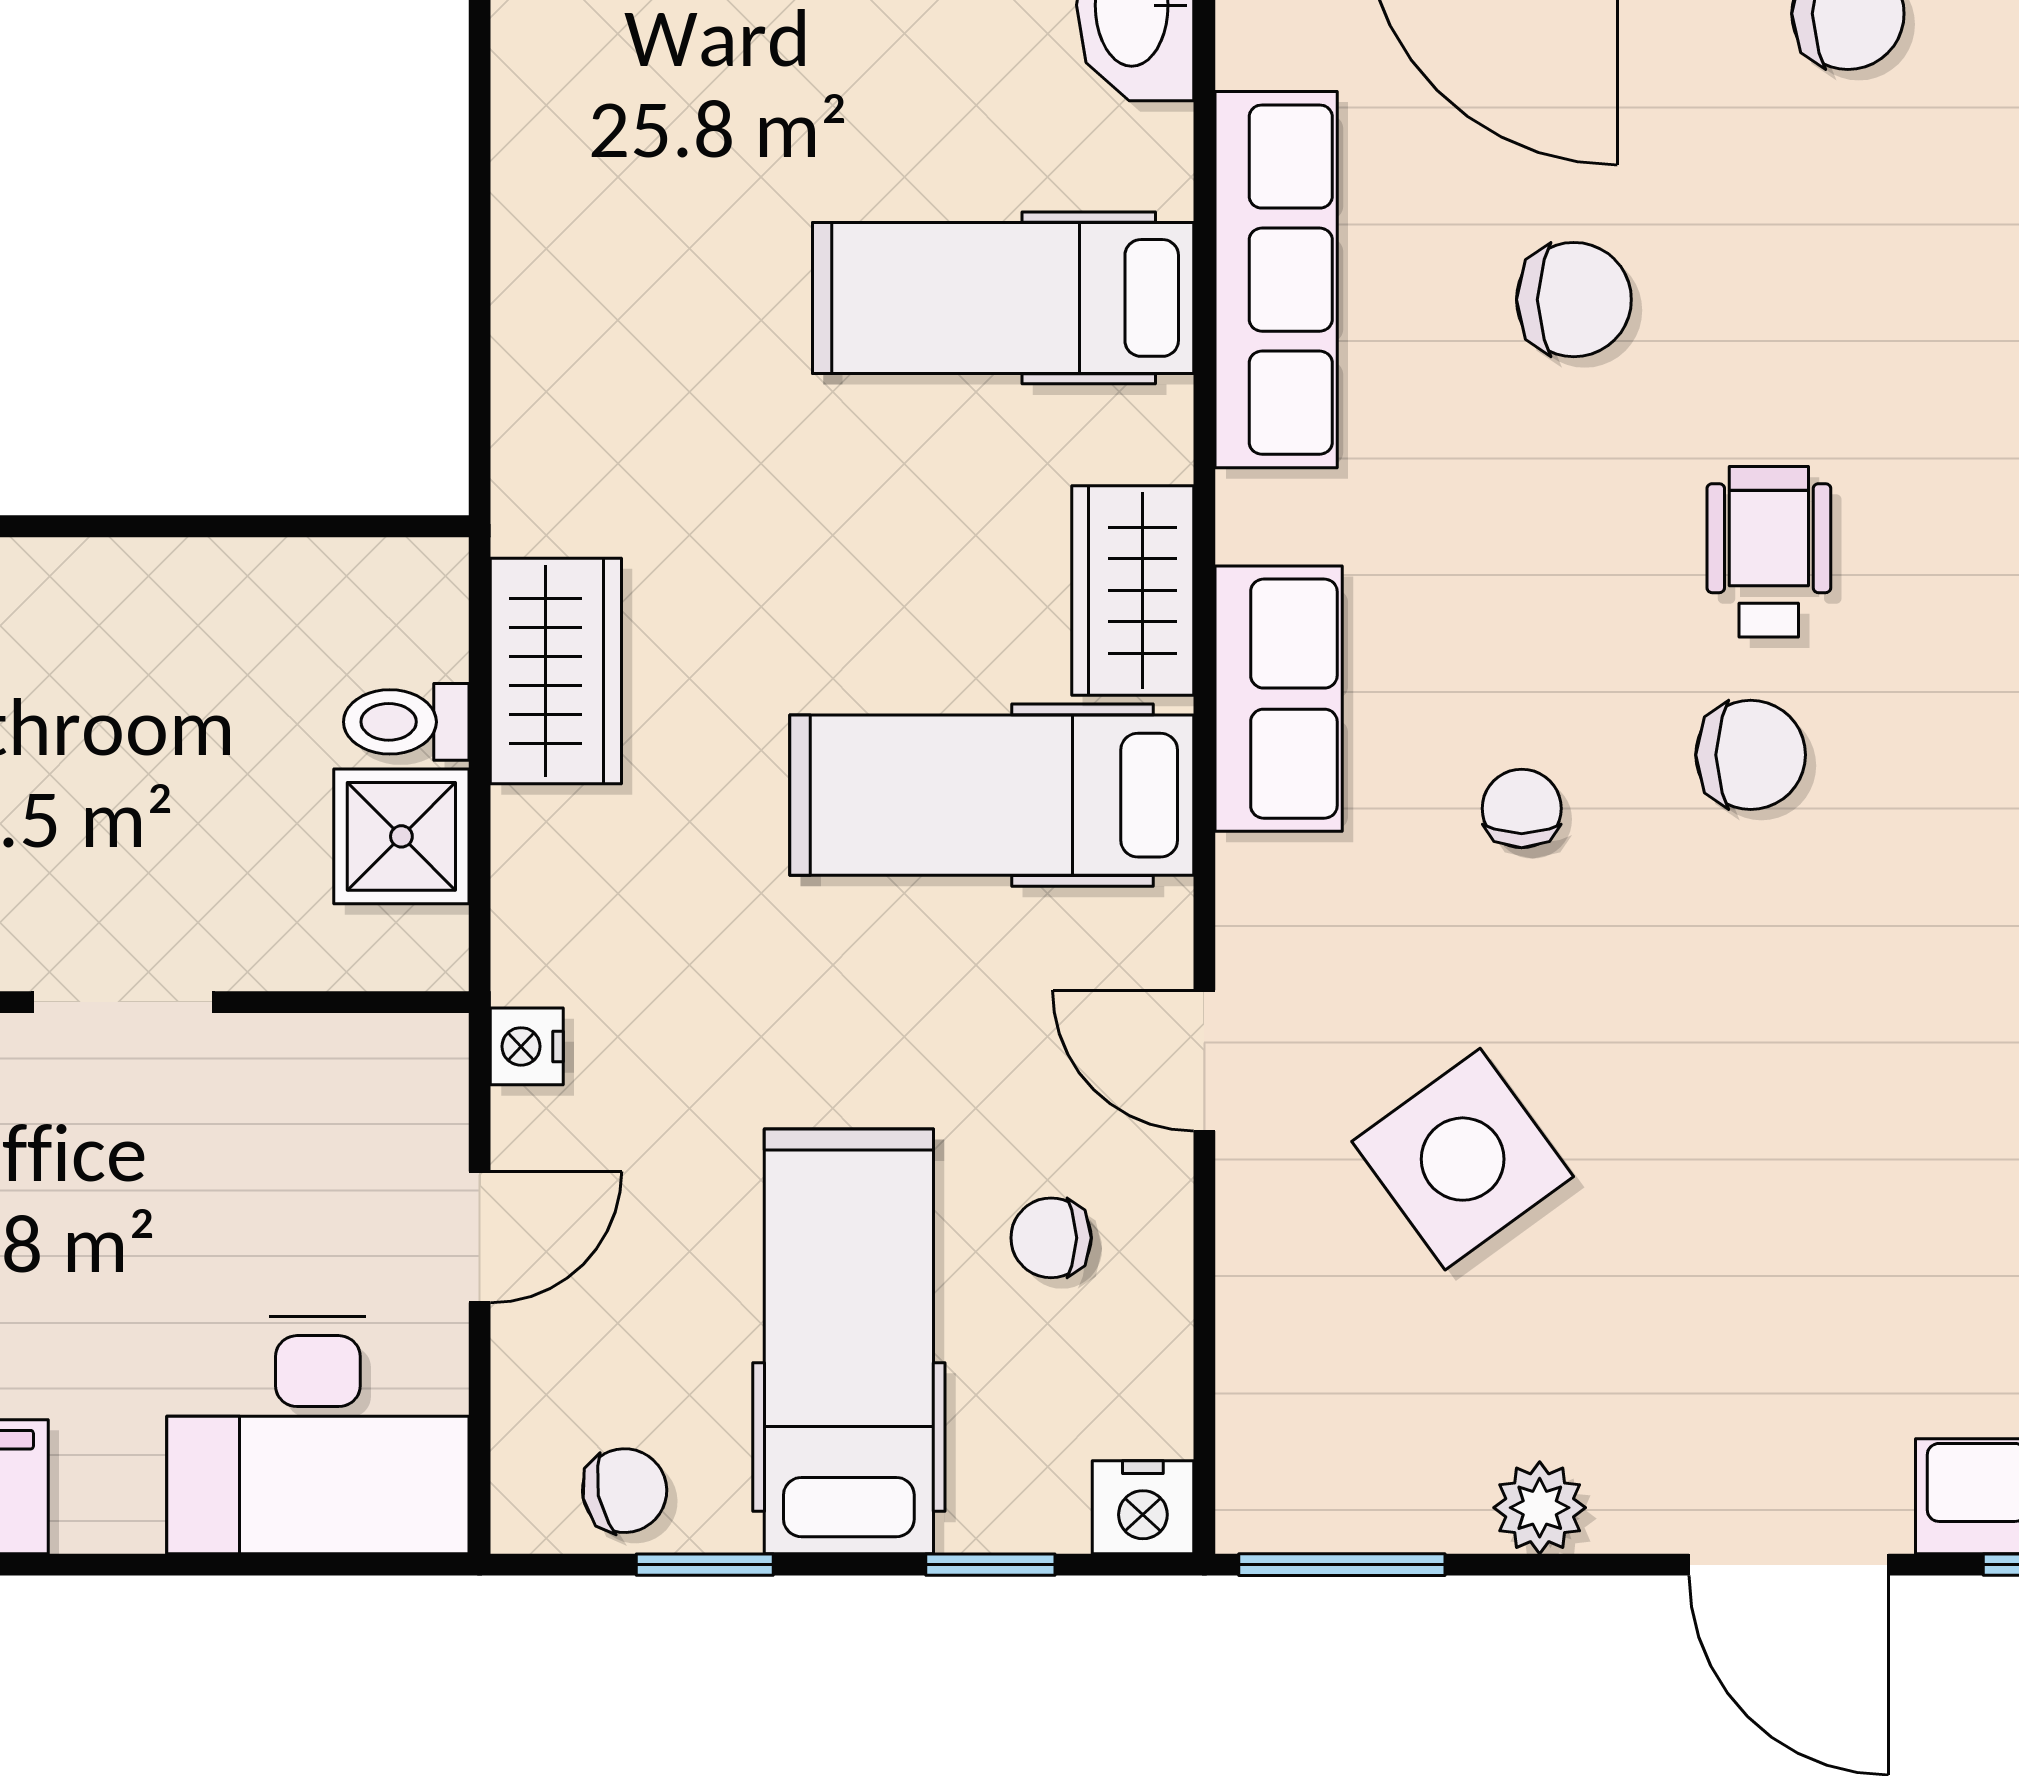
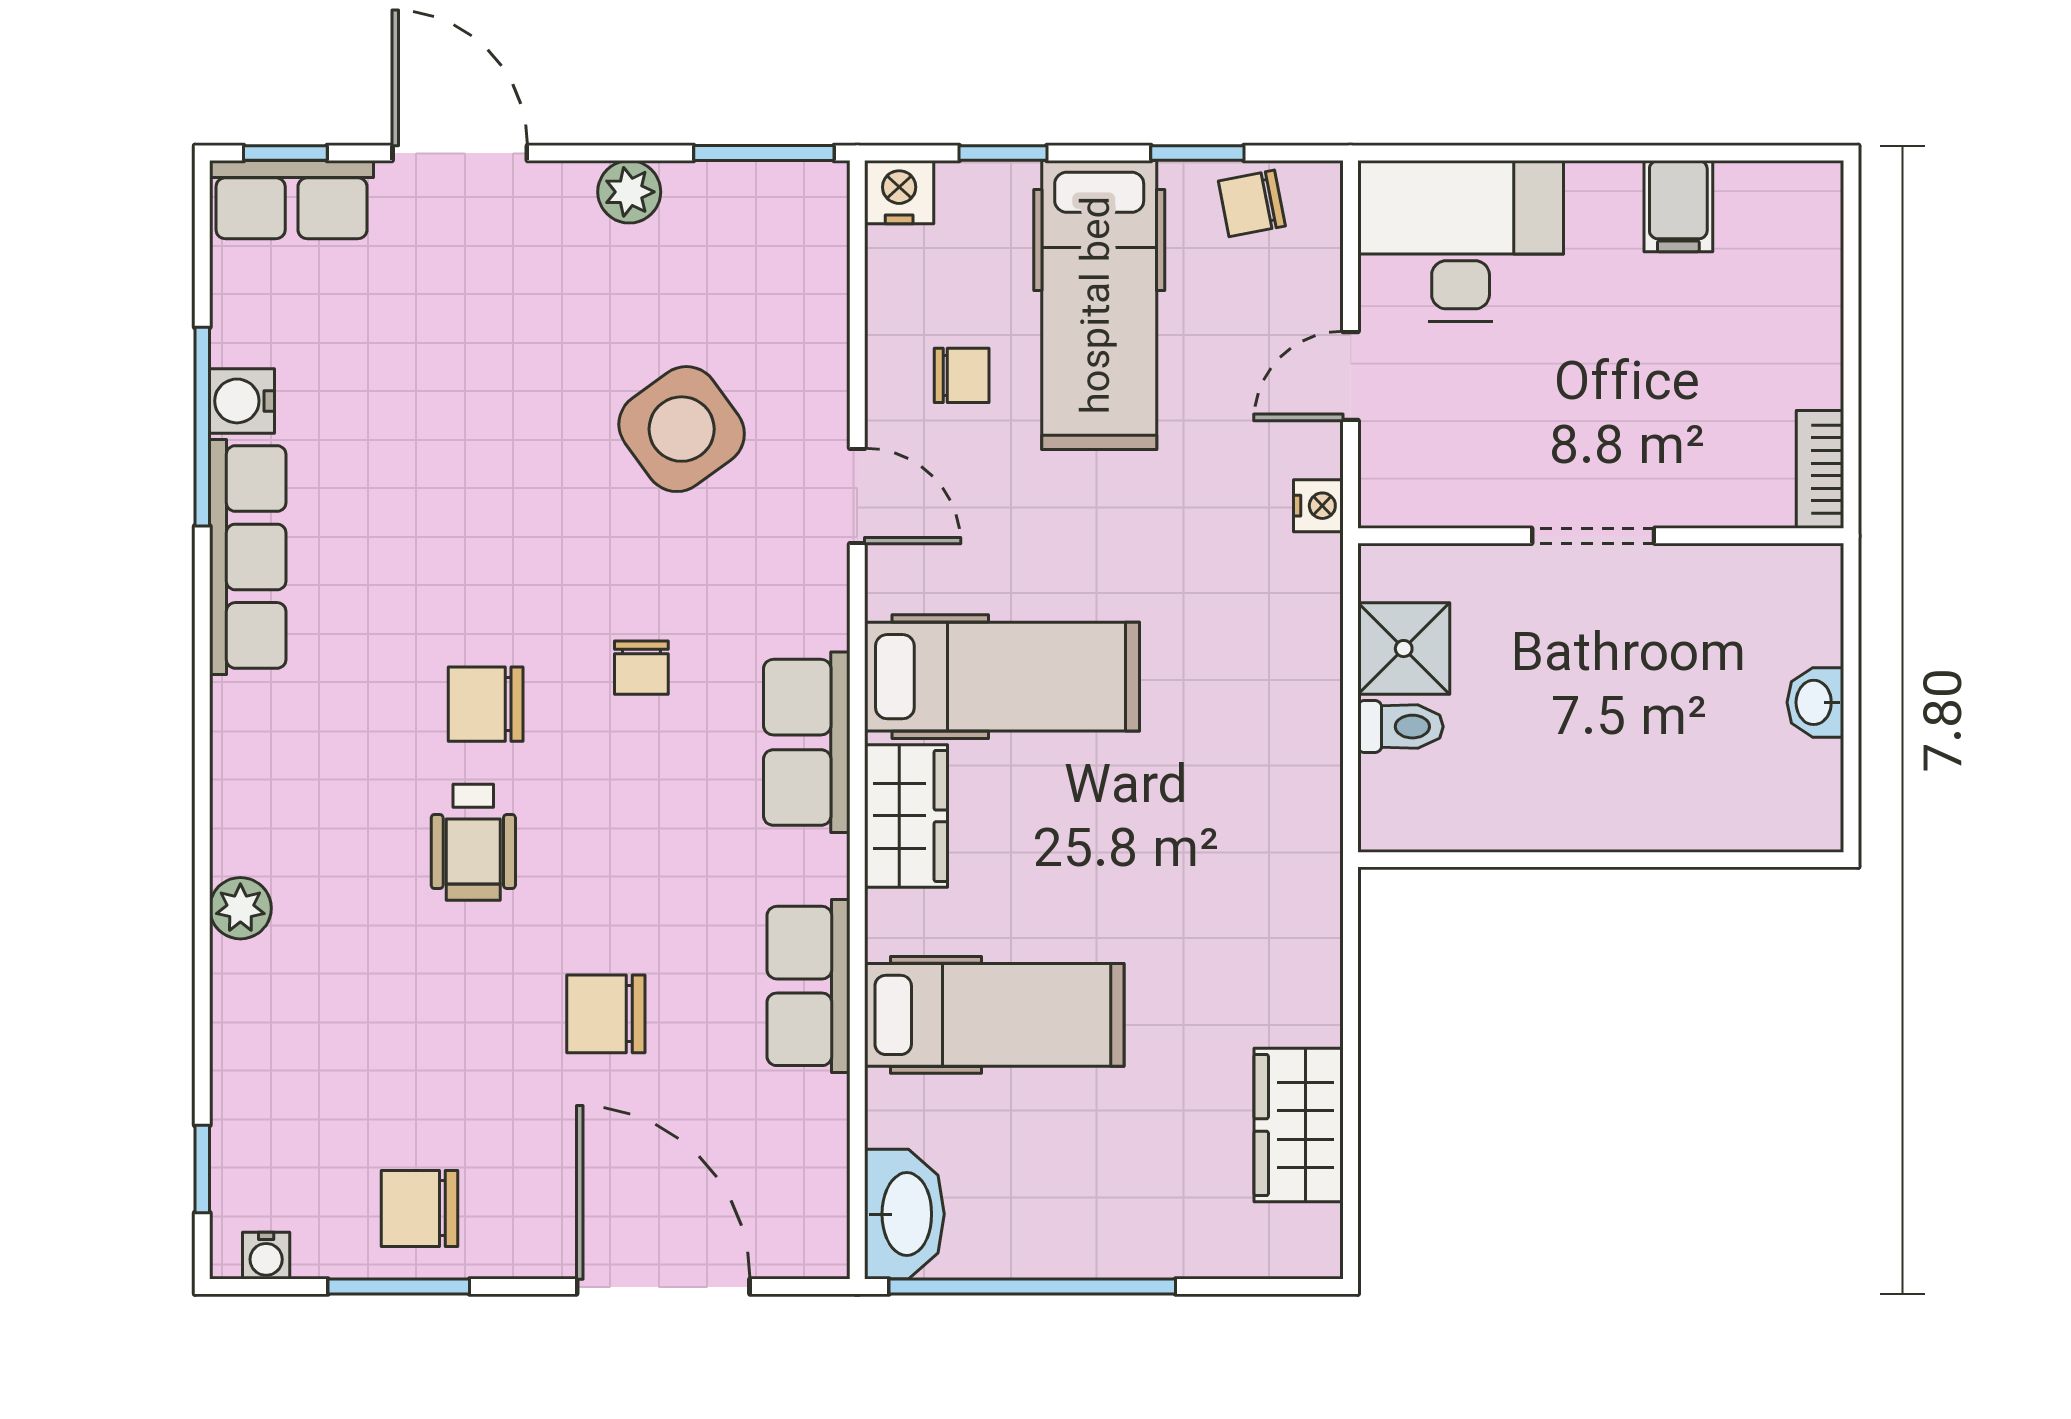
row of seats: (1276, 280) -> (809, 986), width x0.68
wardrobe: (556, 671) -> (1299, 1125), moved

